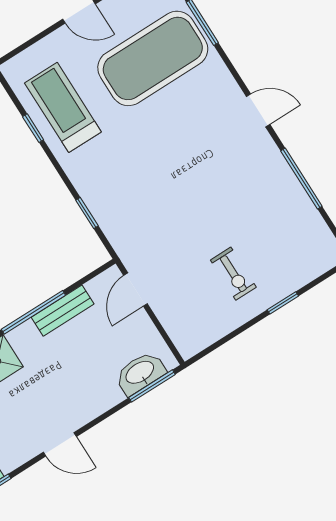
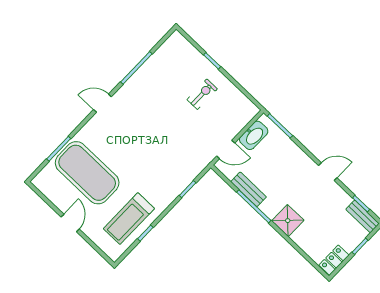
door: (258, 110) -> (102, 103), hinge flipped
washbasin: (140, 373) -> (254, 135), moved, turned -90
door: (60, 444) -> (328, 172), hinge flipped

